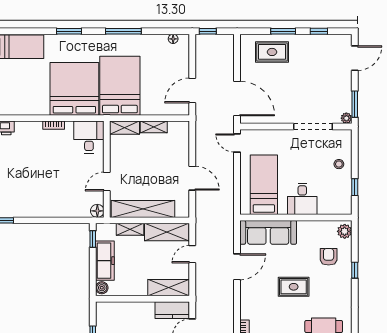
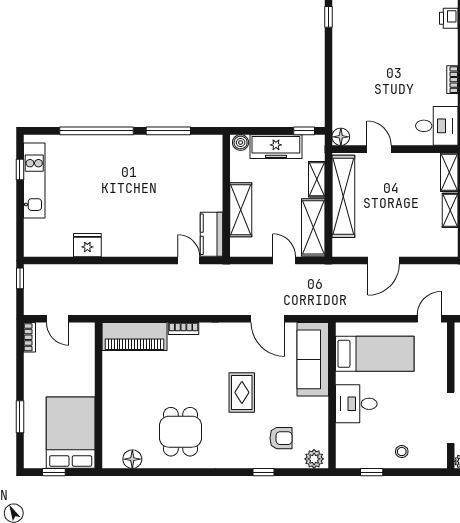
shelving: (169, 288) -> (241, 210), moved

